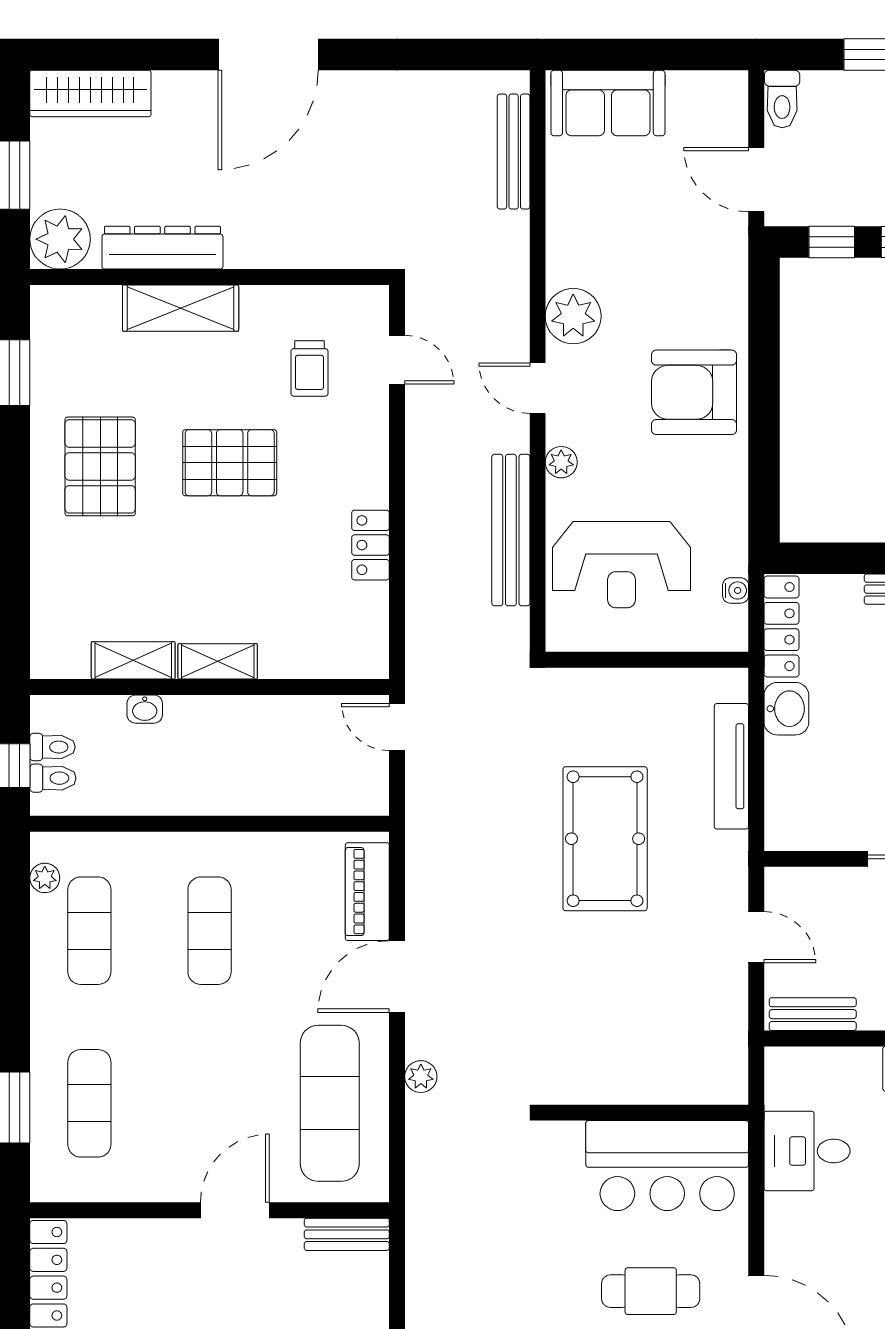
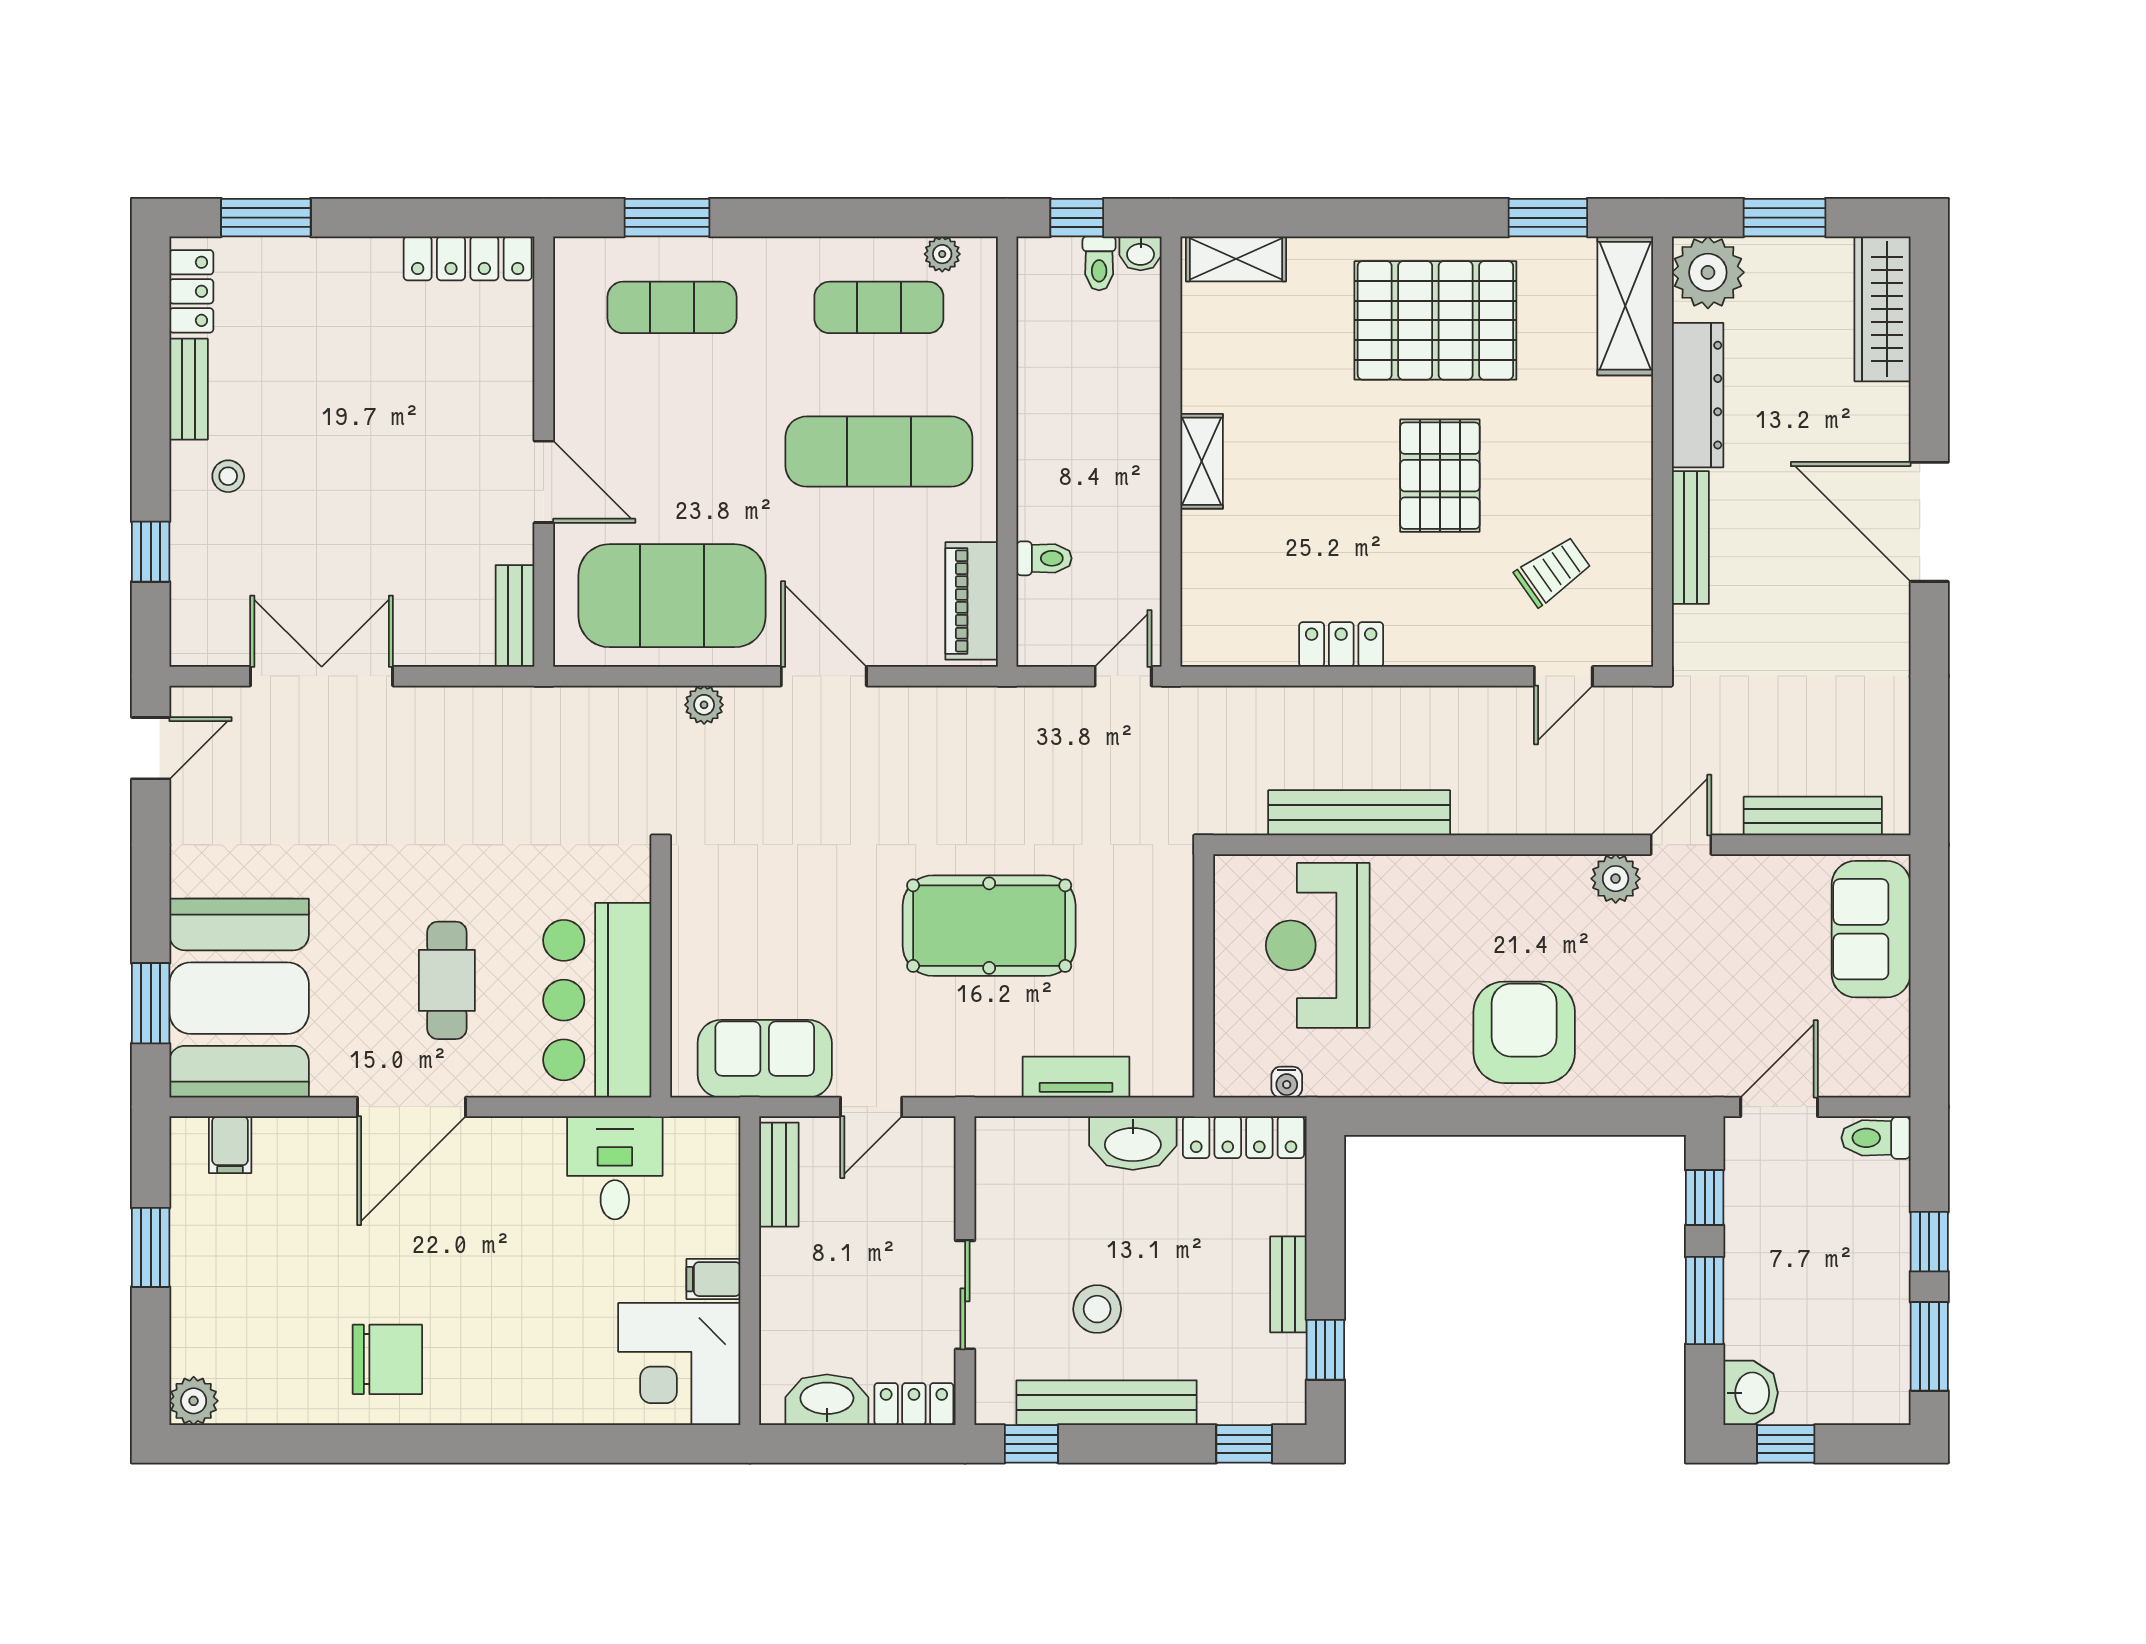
bench: (281, 254) -> (1690, 538), added
shelving: (181, 308) -> (1625, 306), moved
plant: (573, 316) -> (1616, 879), width x0.73, depth x0.73
trolley: (309, 368) -> (1553, 571), turned 145
door: (538, 388) -> (1681, 845), moved
plant: (561, 462) -> (1441, 873), removed
pallet: (100, 466) -> (1435, 320), width x1.37, depth x1.41
shelving: (133, 660) -> (1236, 259), moved, turned 90
washbasin: (145, 709) -> (1141, 253), moved, turned -90
washbasin: (786, 709) -> (1133, 1143), width x1.38
tv unit: (731, 766) -> (1076, 1077), width x0.71
toilet: (53, 778) -> (1044, 558), moved, turned -90
piano: (367, 892) -> (972, 601), moved, turned -90
exercise mat: (210, 931) -> (879, 452), width x1.36, depth x1.45
sofa: (716, 1026) -> (765, 1059), added
exercise mat: (330, 1103) -> (672, 596), width x1.47

